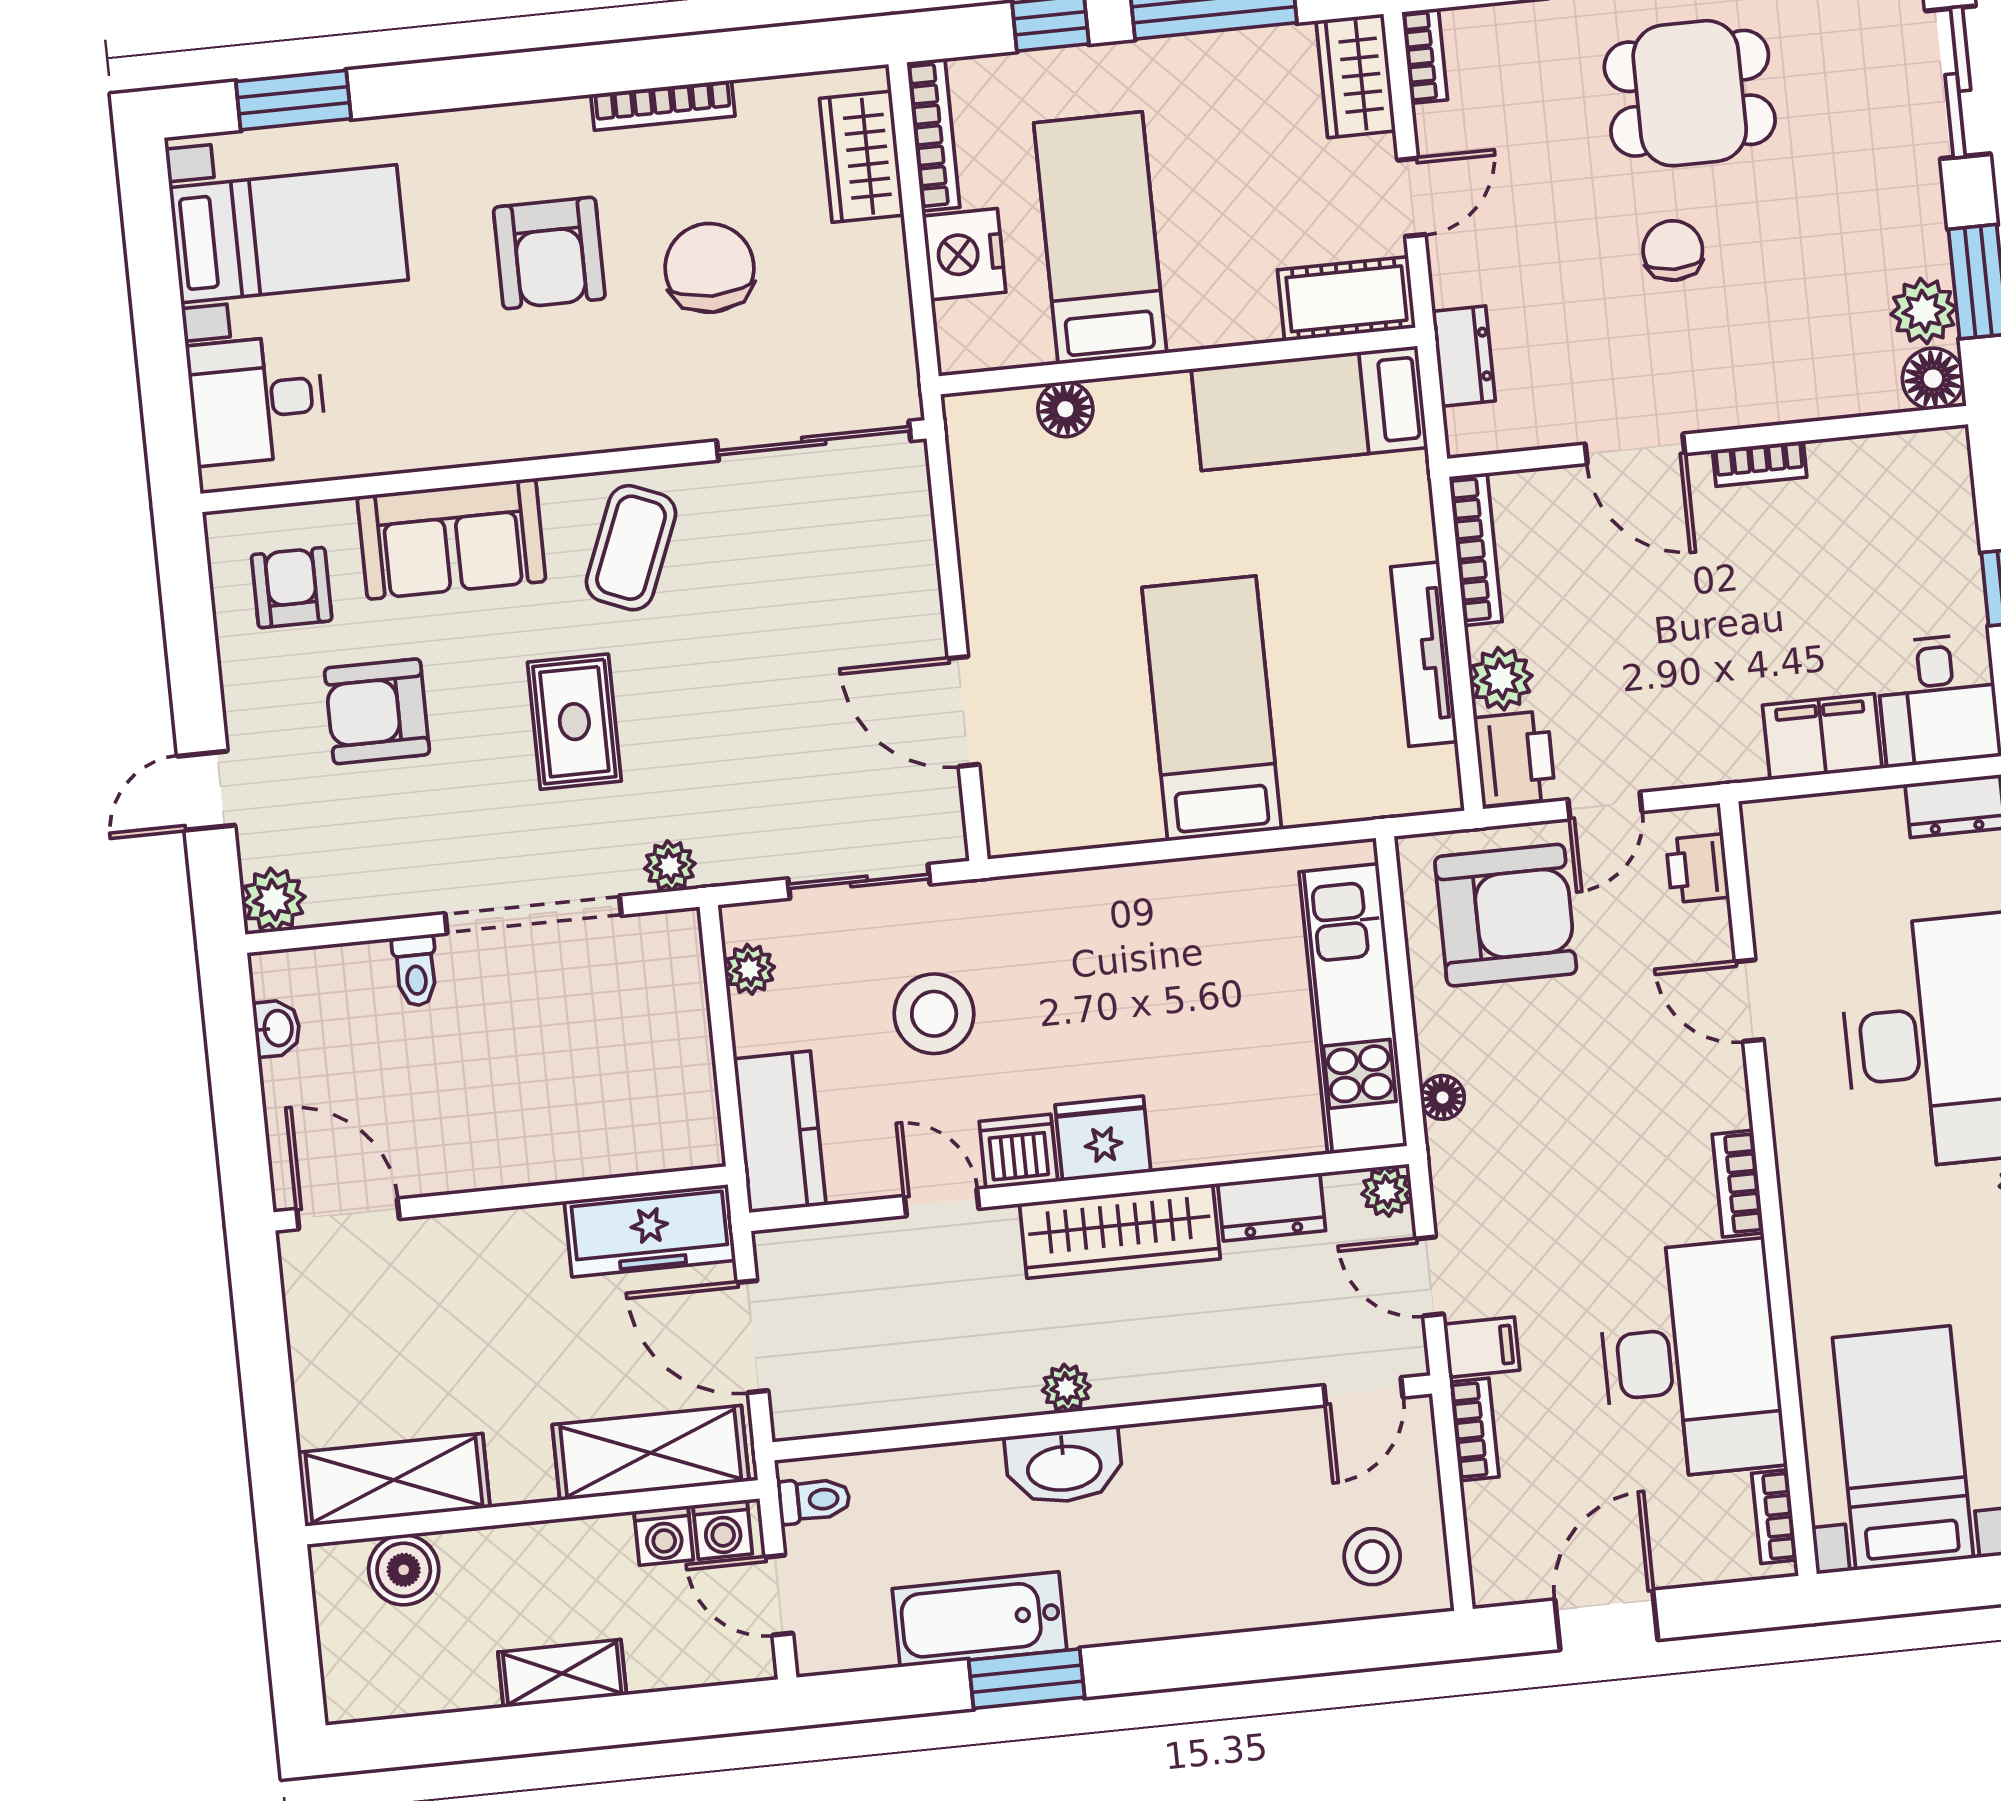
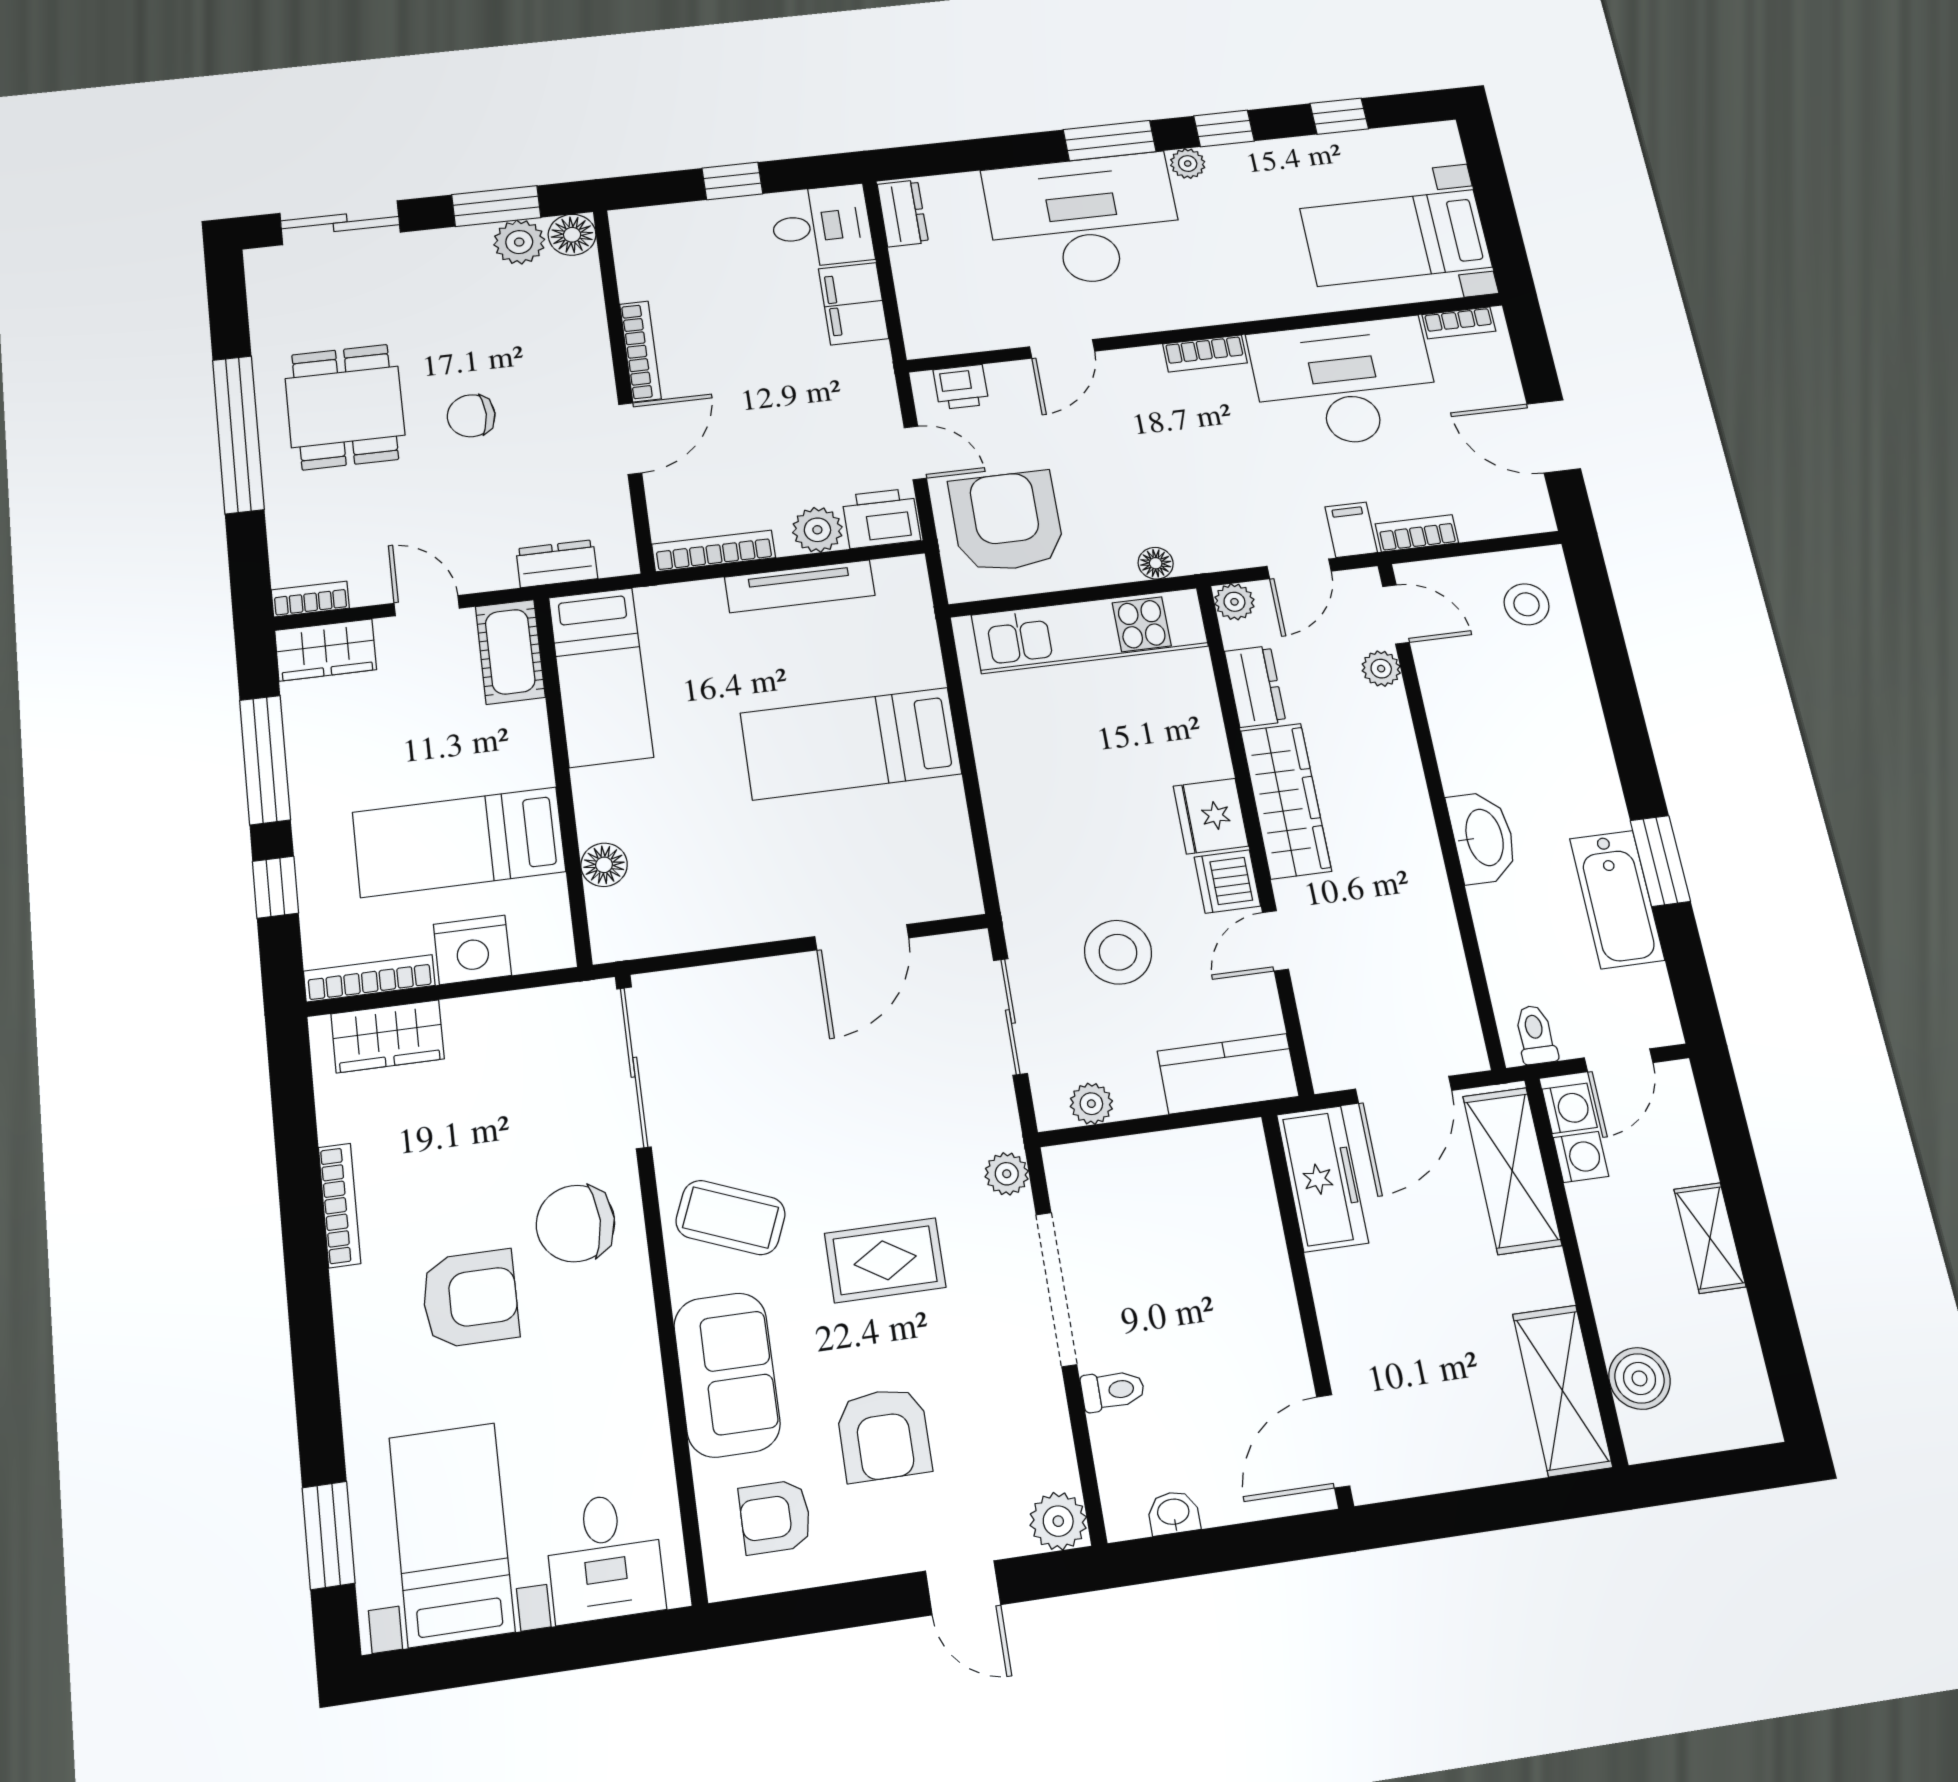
chair: (709, 268) -> (575, 1223), moved
bookcase: (1760, 464) -> (640, 351), width x1.56
plant: (1066, 1388) -> (1381, 669), moved

